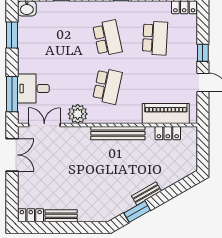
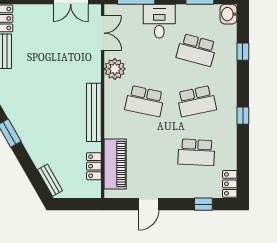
school desk: (60, 38) -> (196, 50), added
window: (203, 53) -> (203, 204), moved
desk: (33, 88) -> (159, 21), moved
bench: (147, 193) -> (50, 180), moved

